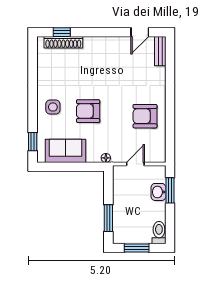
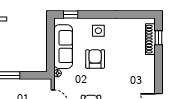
sofa: (65, 151) -> (63, 47), width x1.36

